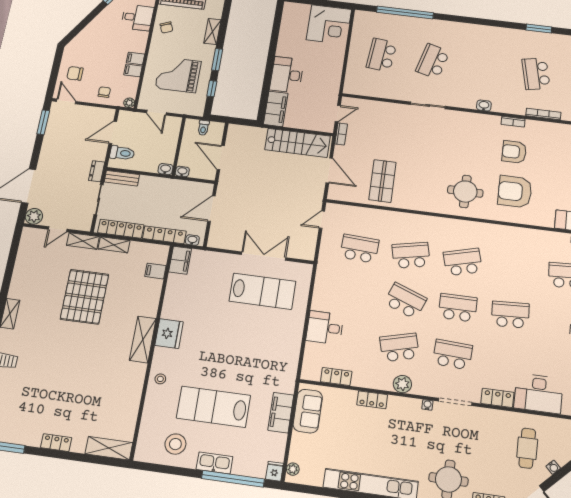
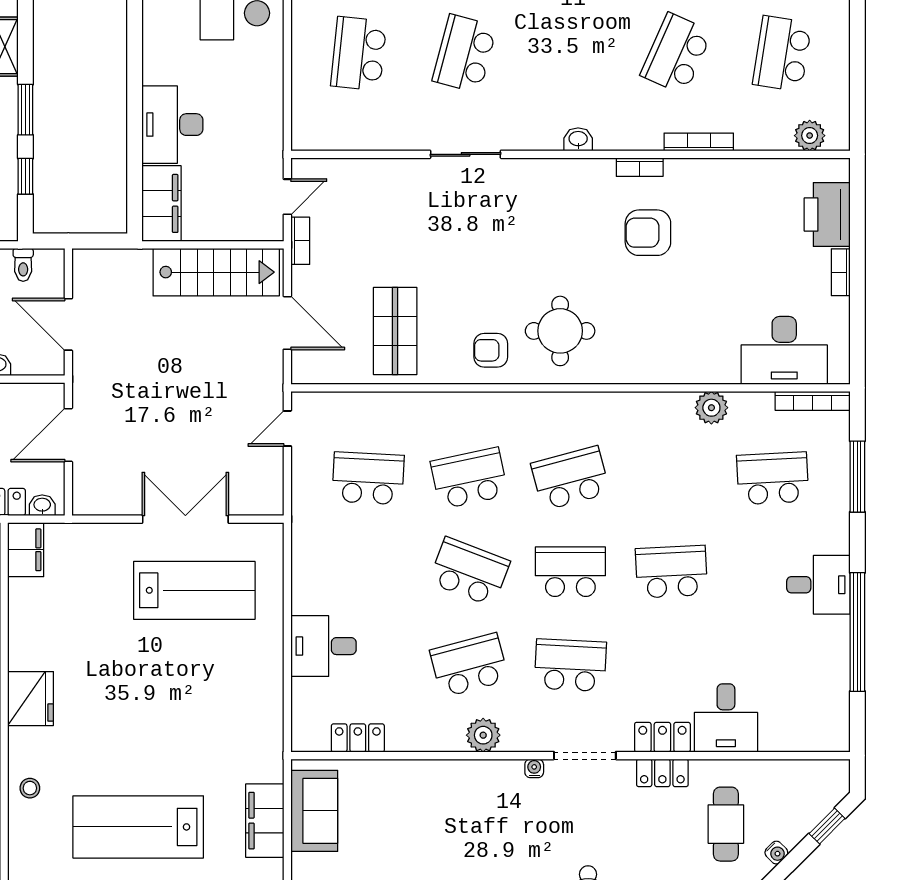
school desk: (536, 74) -> (676, 54), turned 36
armchair: (515, 192) -> (491, 350), moved, width x0.53, depth x0.53
plant: (538, 237) -> (711, 408), added
desk: (538, 393) -> (726, 718), width x0.73
locker: (372, 400) -> (662, 773), moved

